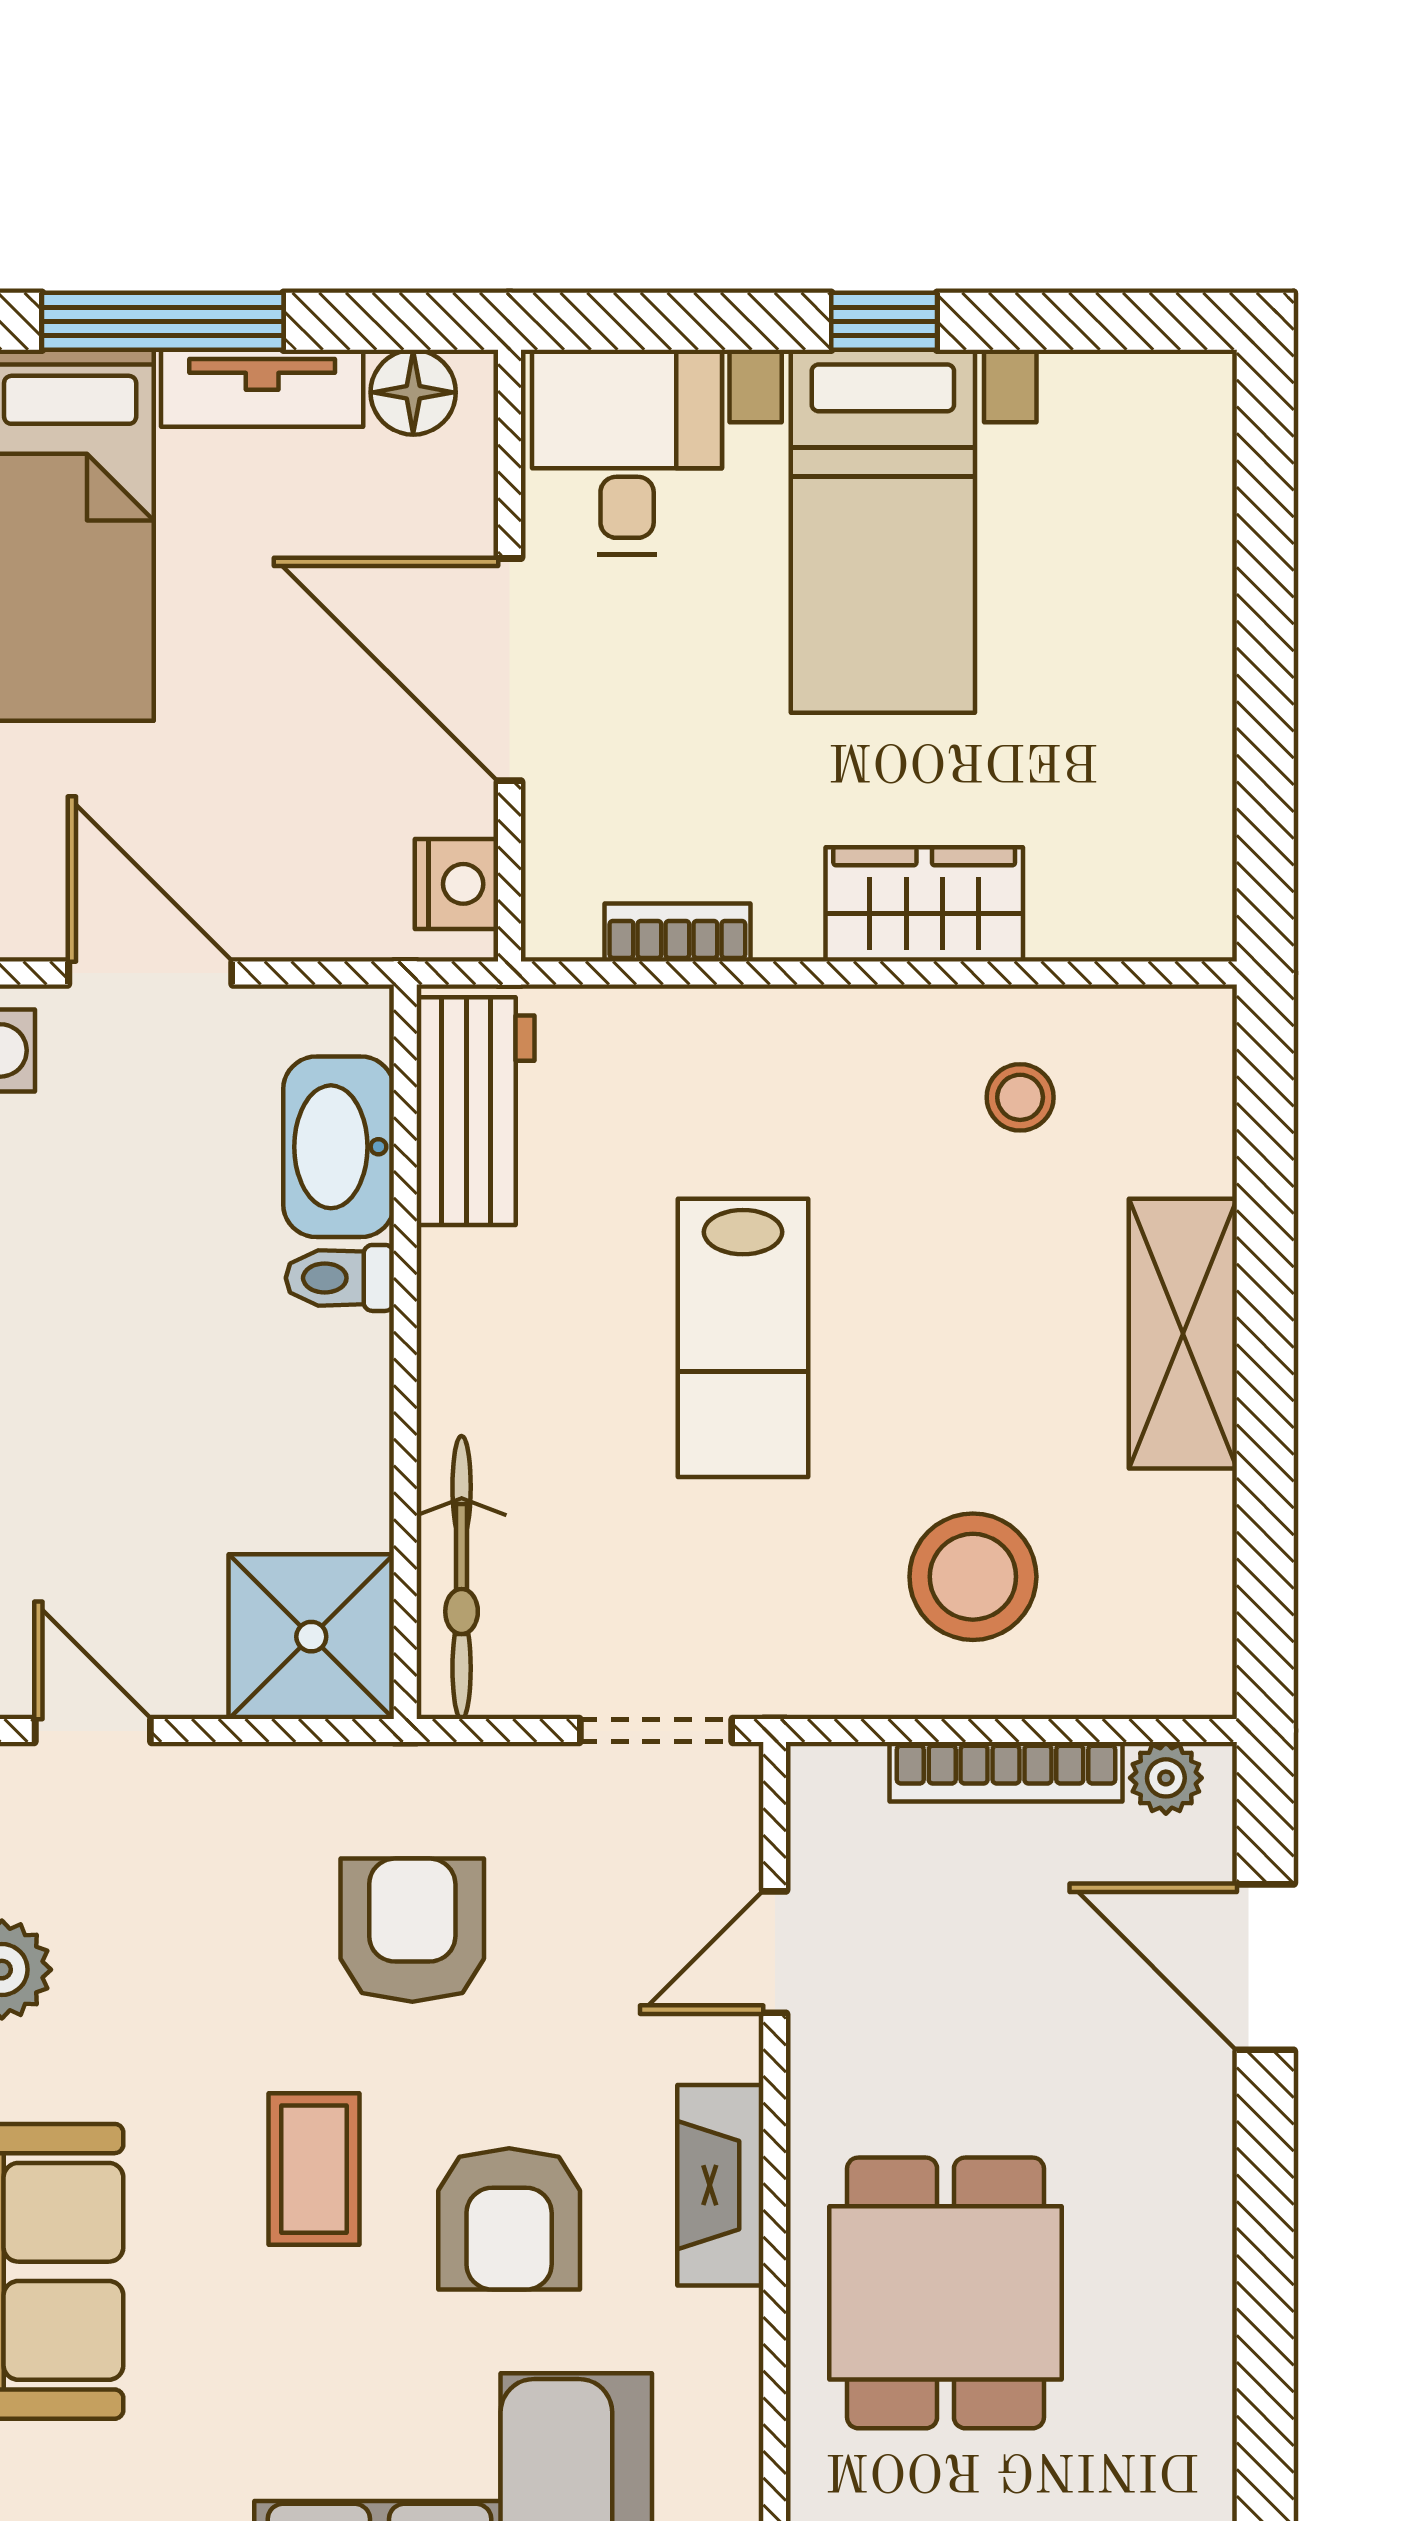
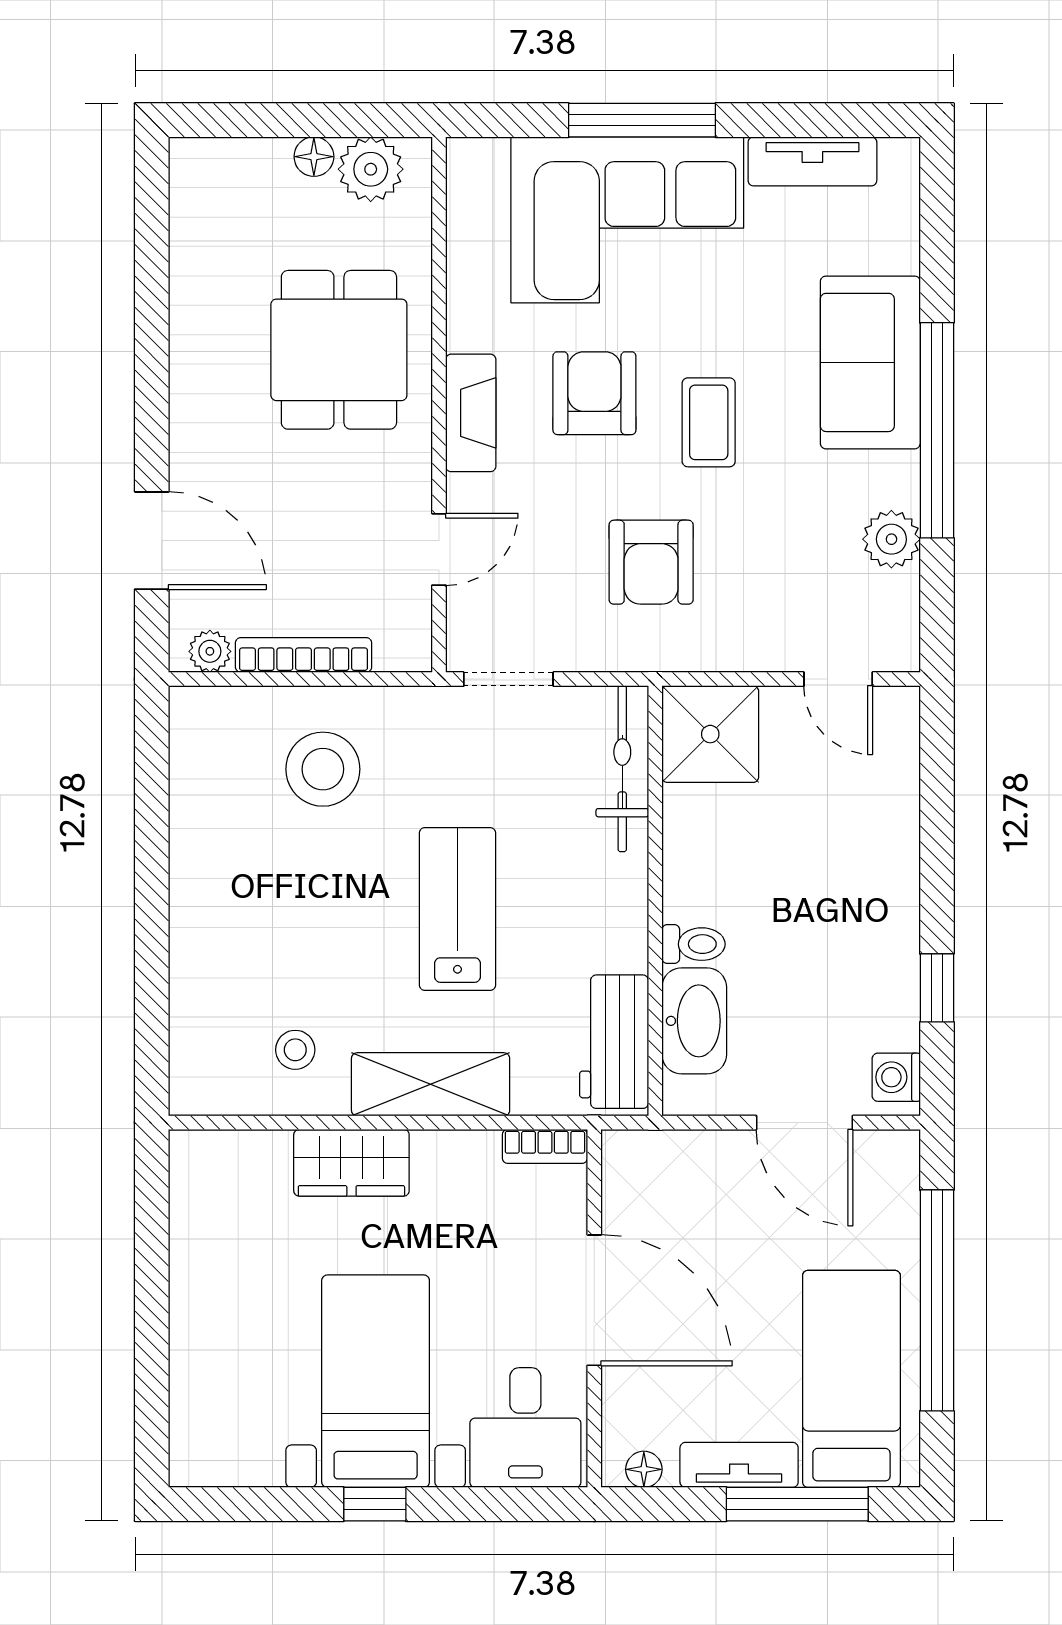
floor lamp: (413, 392) -> (644, 1469), width x0.73, depth x0.73
nightstand: (457, 884) -> (625, 1175), removed
bookcase: (677, 932) -> (545, 1146), moved
shelving: (1183, 1334) -> (431, 1084), moved, turned 90

